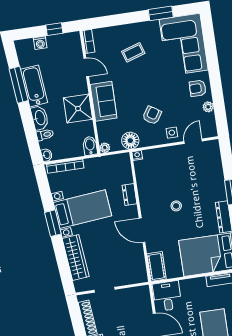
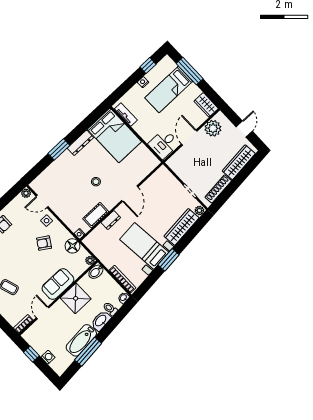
plant: (208, 107) -> (26, 193), moved
cot: (157, 266) -> (96, 215), moved
plant: (79, 286) -> (199, 211), added

